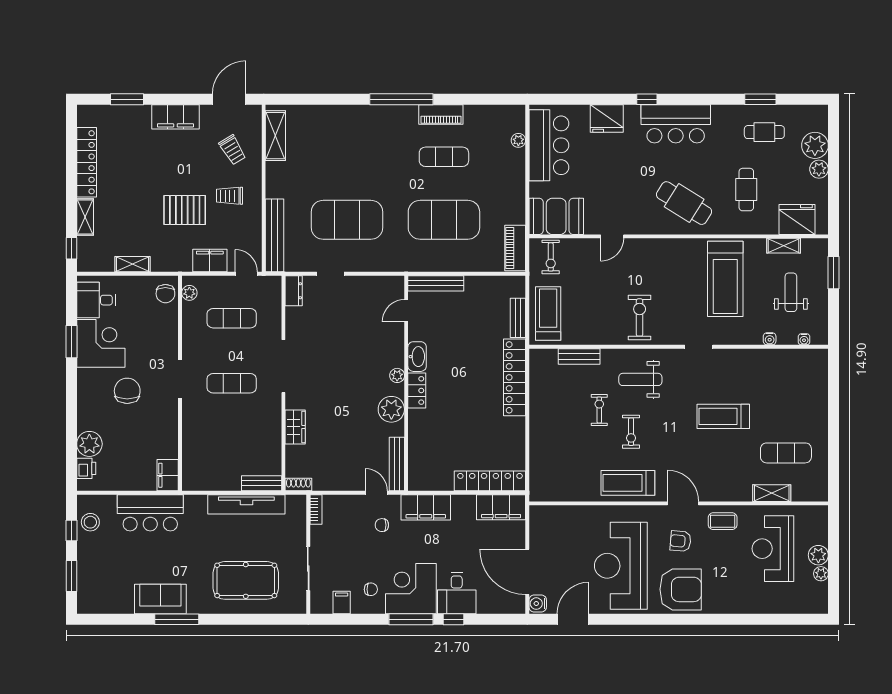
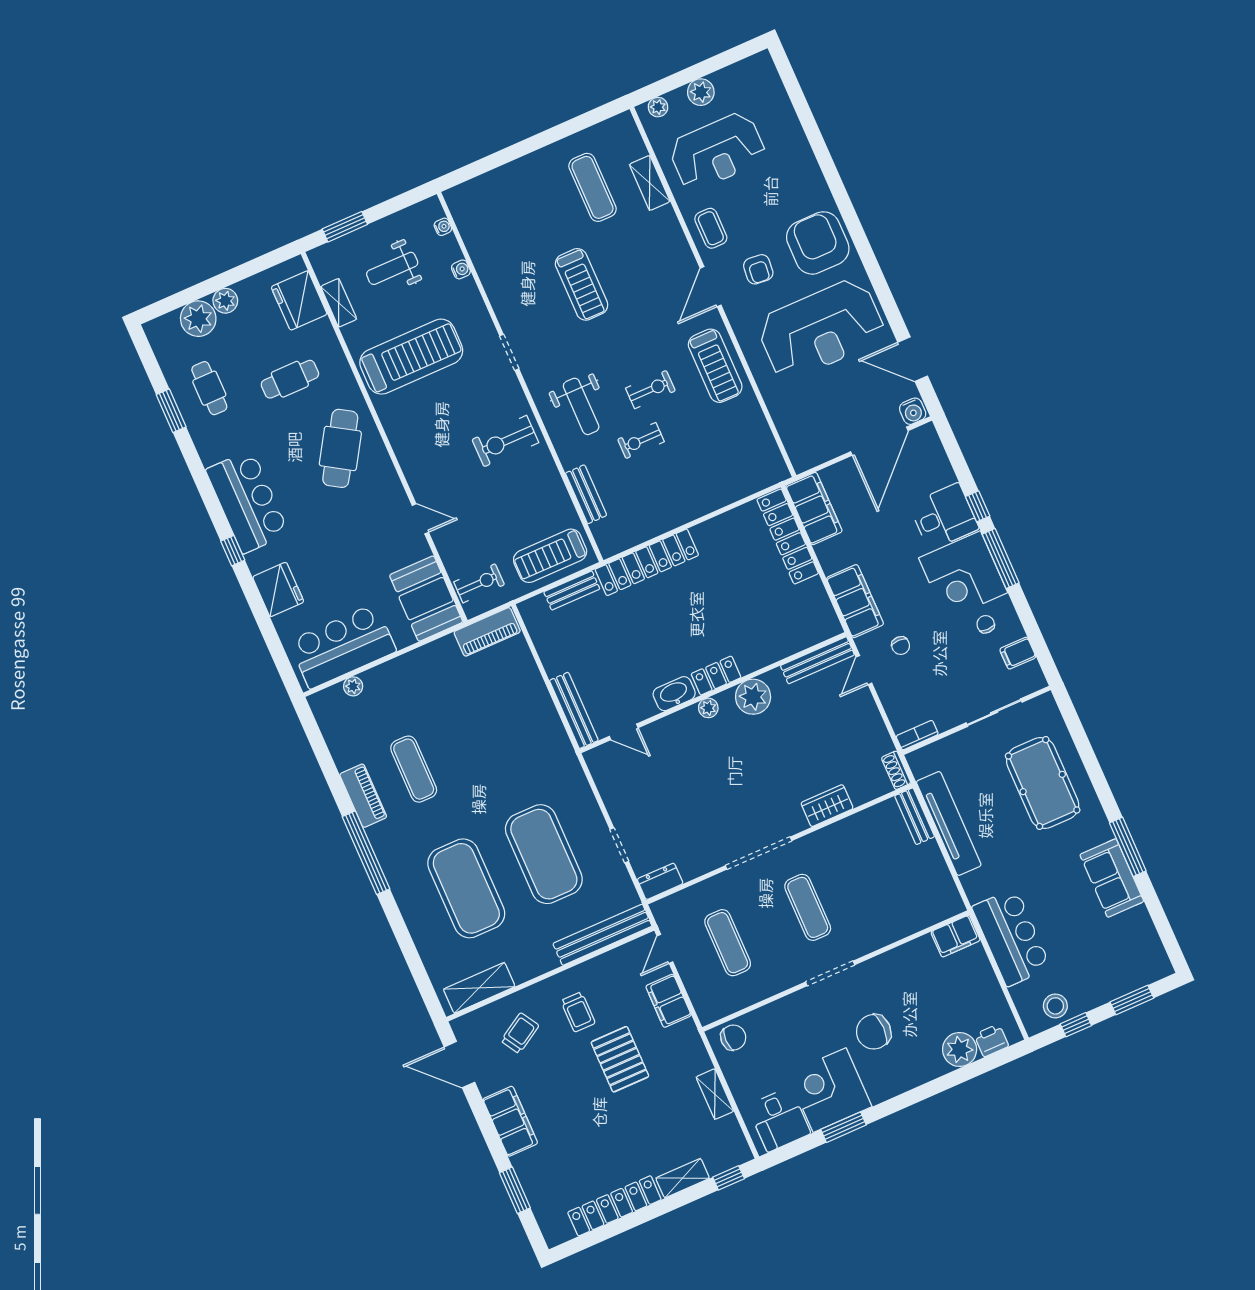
exercise mat: (444, 220) -> (466, 888), moved
plant: (189, 293) -> (719, 1009), removed
plant: (821, 574) -> (658, 107), moved

